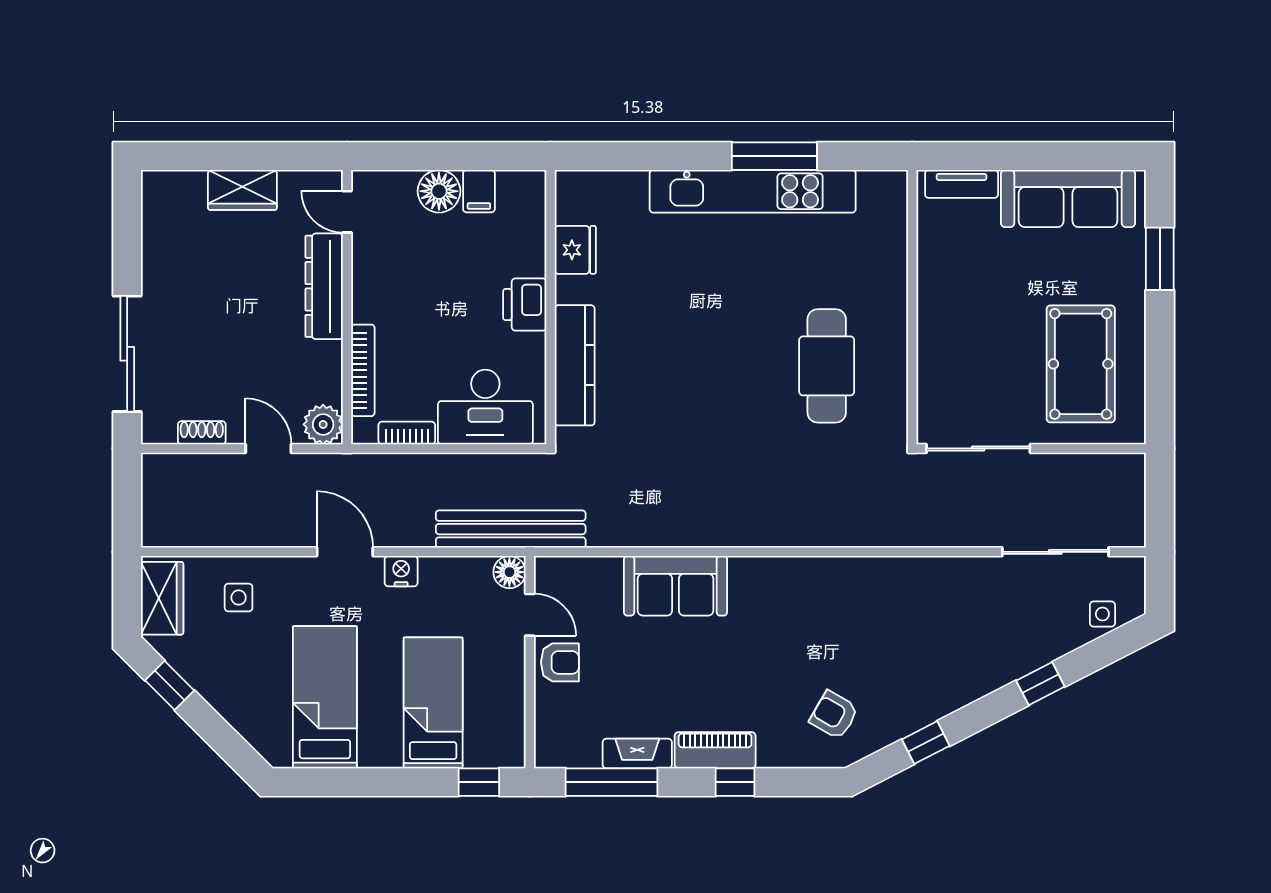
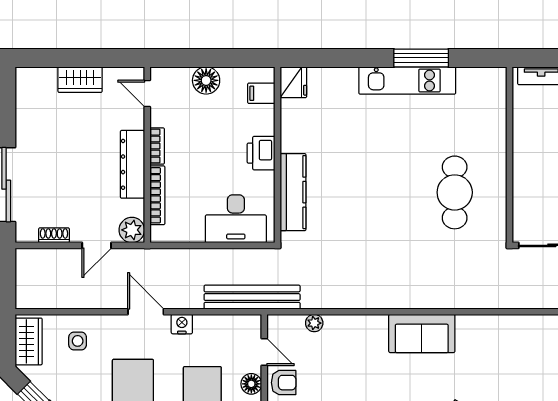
filing cabinet: (479, 191) -> (261, 93), moved, turned 90
kitchen unit: (753, 191) -> (407, 80), width x0.73
fridge: (575, 250) -> (293, 82), moved
dresser: (324, 286) -> (132, 164), moved
bookcase: (407, 433) -> (157, 146), moved, turned 90
door: (268, 448) -> (97, 245), swing flipped
plant: (608, 570) -> (314, 323), added
floor lamp: (509, 572) -> (251, 384), moved
sofa: (675, 586) -> (422, 333), moved

